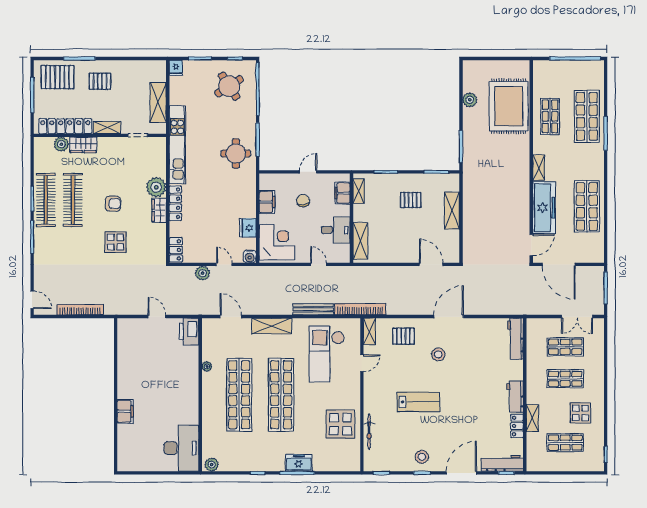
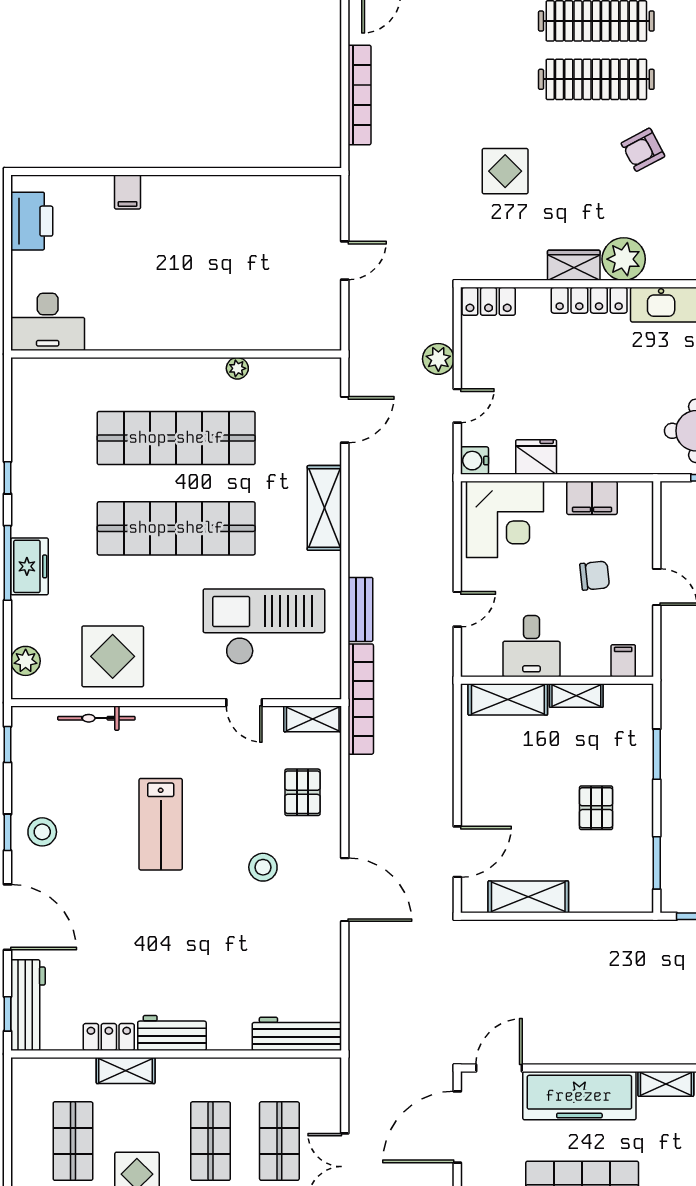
shelving: (359, 191) -> (576, 695), moved
filing cabinet: (342, 193) -> (623, 661), width x0.50
armchair: (113, 204) -> (643, 150), moved, turned 62
shelving: (452, 211) -> (528, 897), moved
door: (531, 245) -> (499, 1068), swing flipped
bench: (313, 309) -> (360, 609), width x0.73
printer: (189, 332) -> (32, 221), moved, turned 90
filing cabinet: (125, 411) -> (128, 192), width x0.50
desk: (181, 448) -> (48, 322), width x0.73, depth x0.77
plant: (212, 465) -> (26, 661), moved

